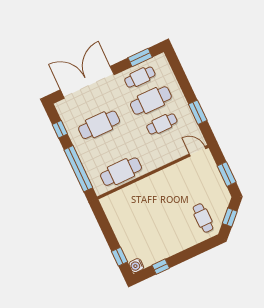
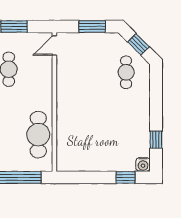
cafe table: (203, 218) -> (126, 72), turned 90

